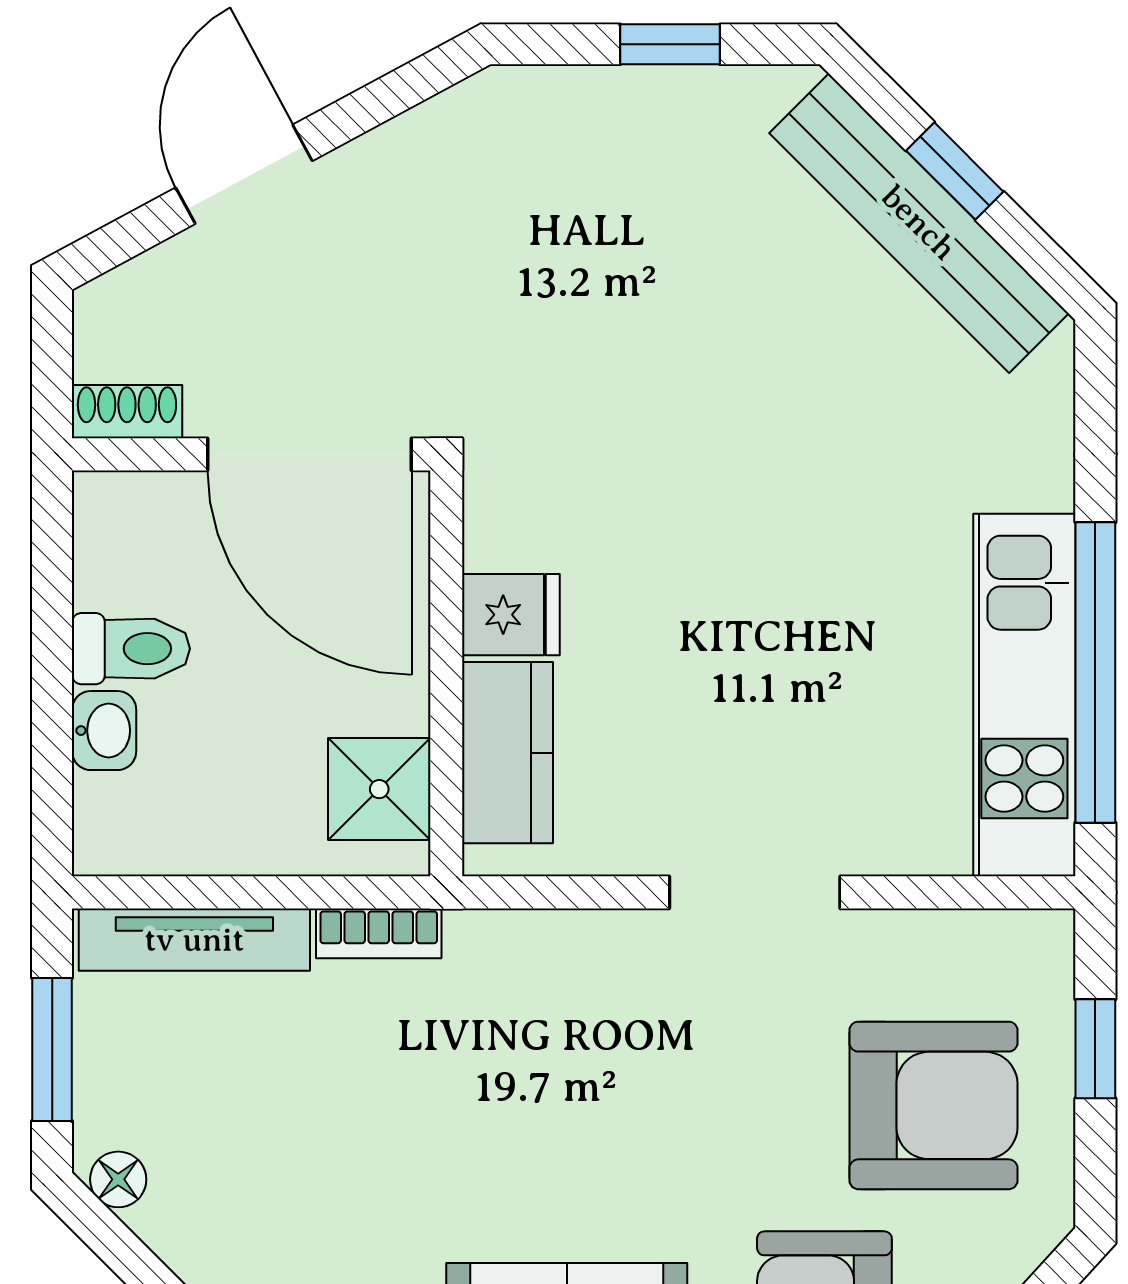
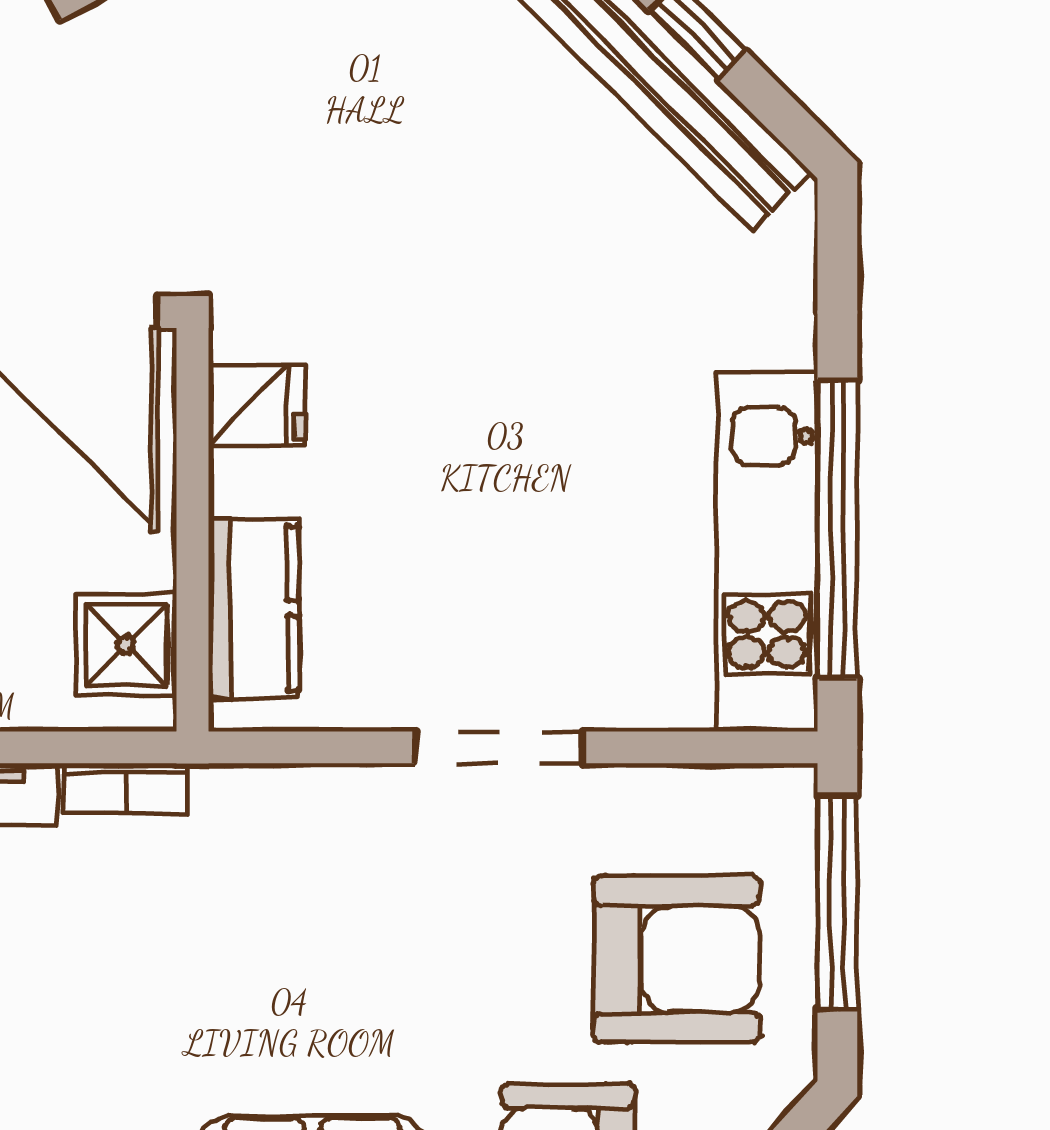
fridge: (511, 615) -> (257, 406), moved
window: (1095, 1049) -> (837, 903), width x2.17

